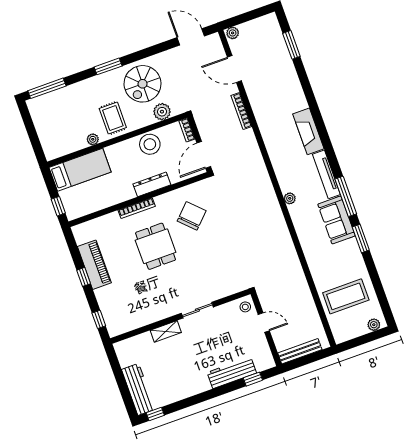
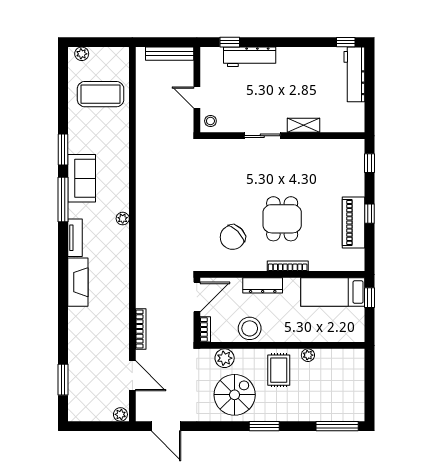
bed: (80, 170) -> (333, 292), moved
tv unit: (326, 174) -> (75, 238), width x0.71

